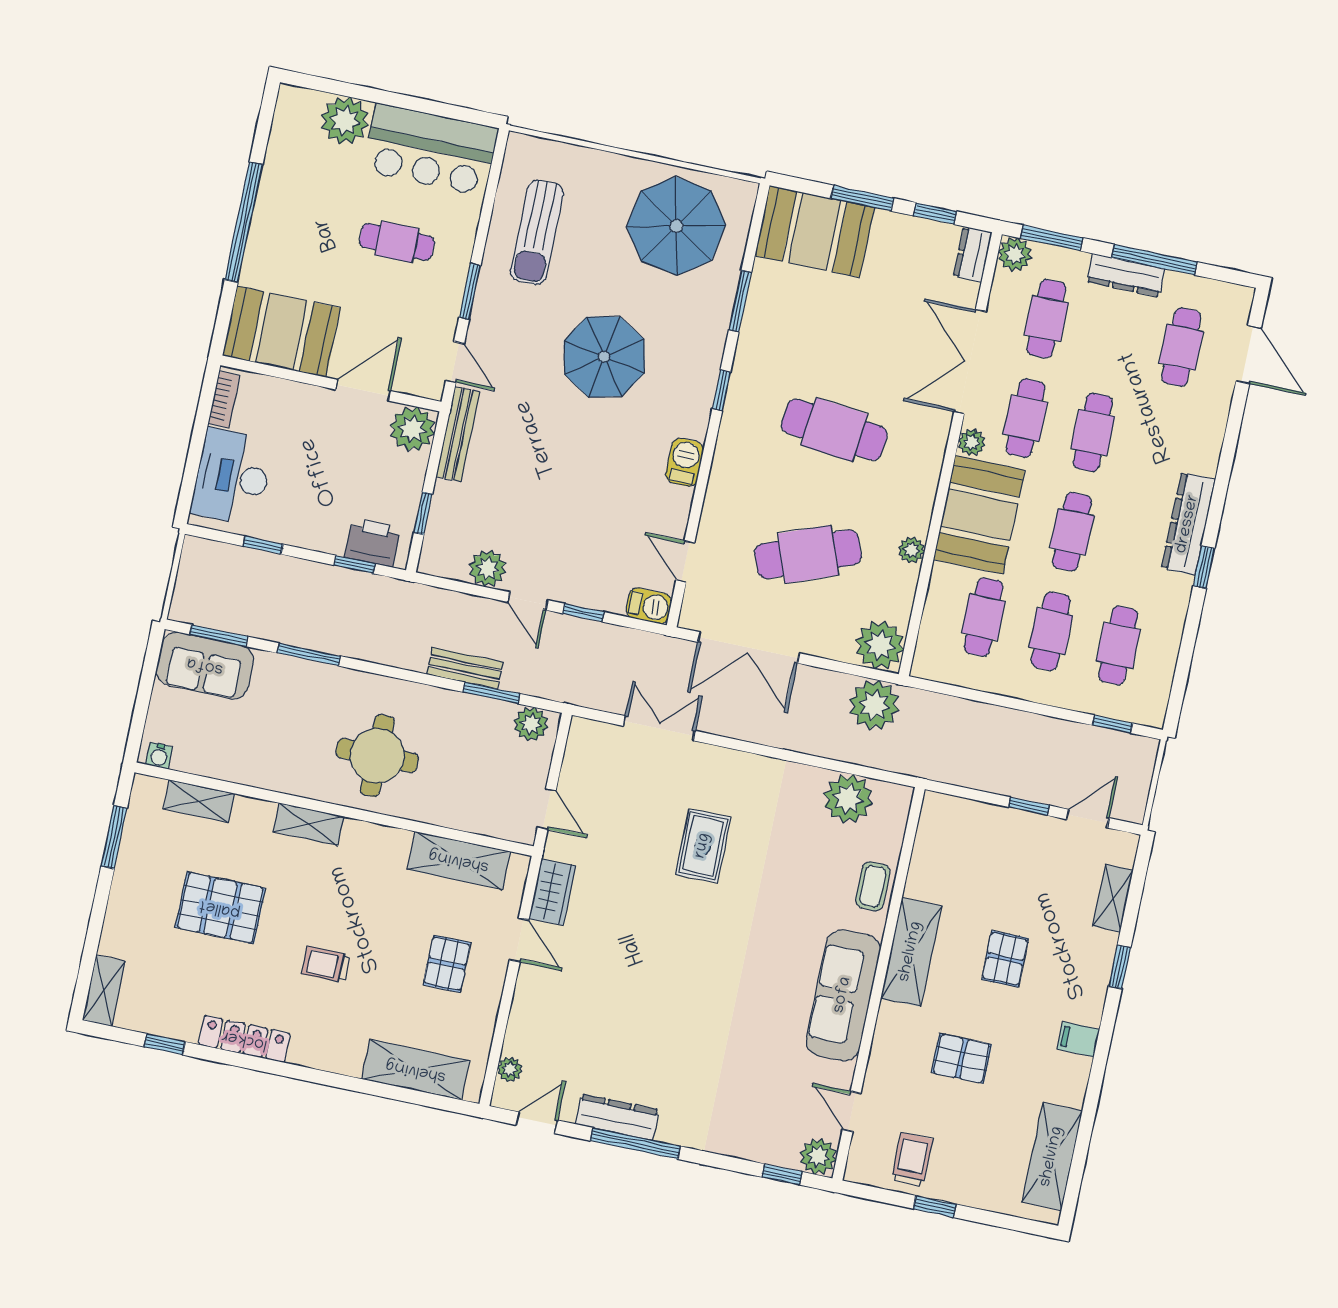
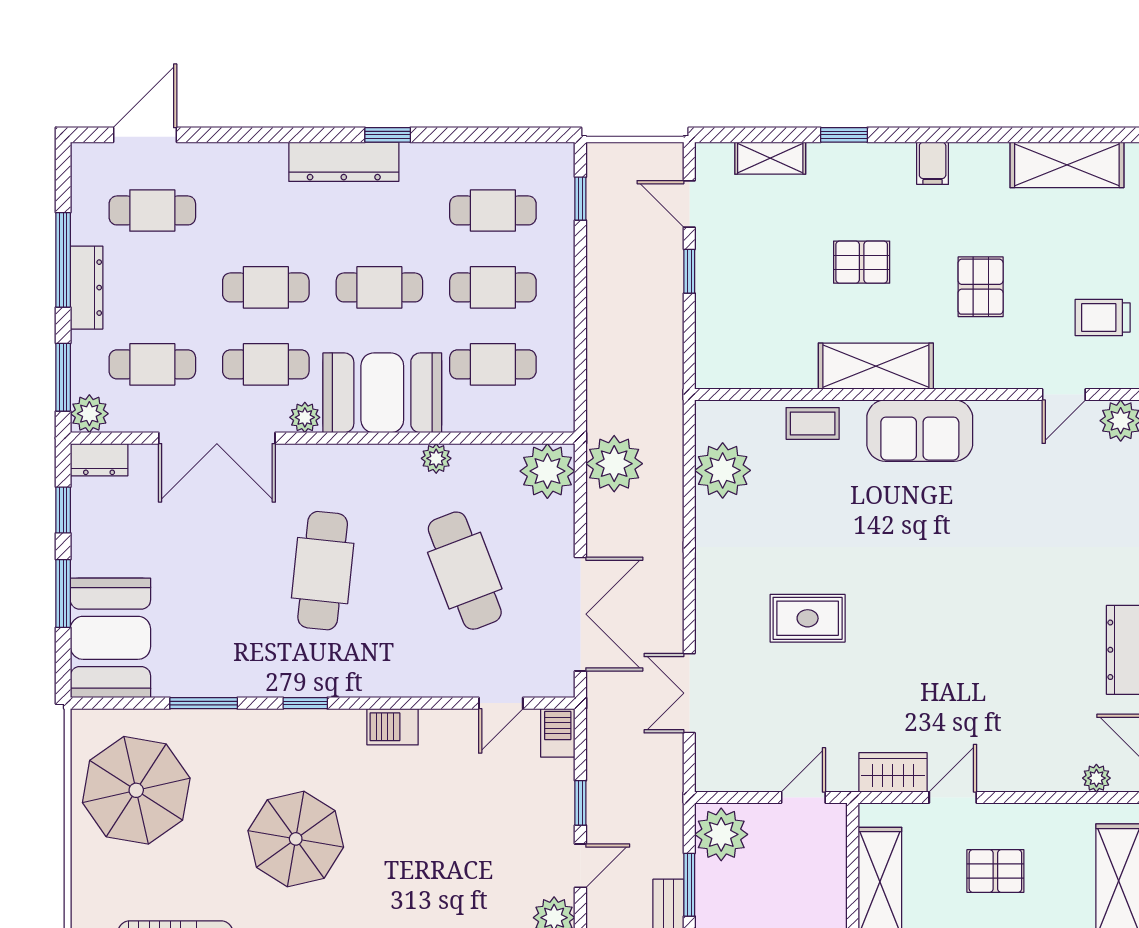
plant: (531, 724) -> (721, 834), width x1.36, depth x1.36
sofa: (843, 995) -> (920, 431), width x0.73

